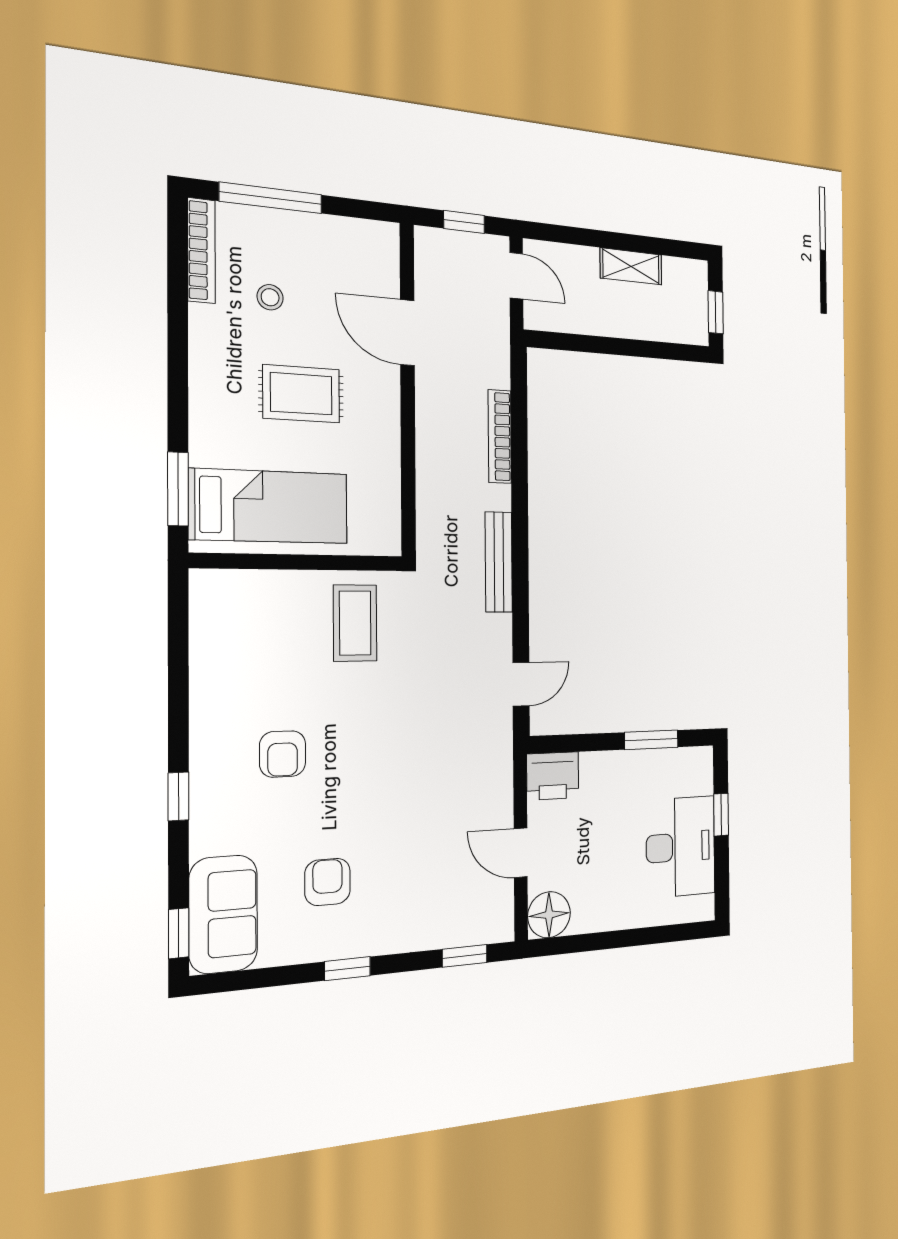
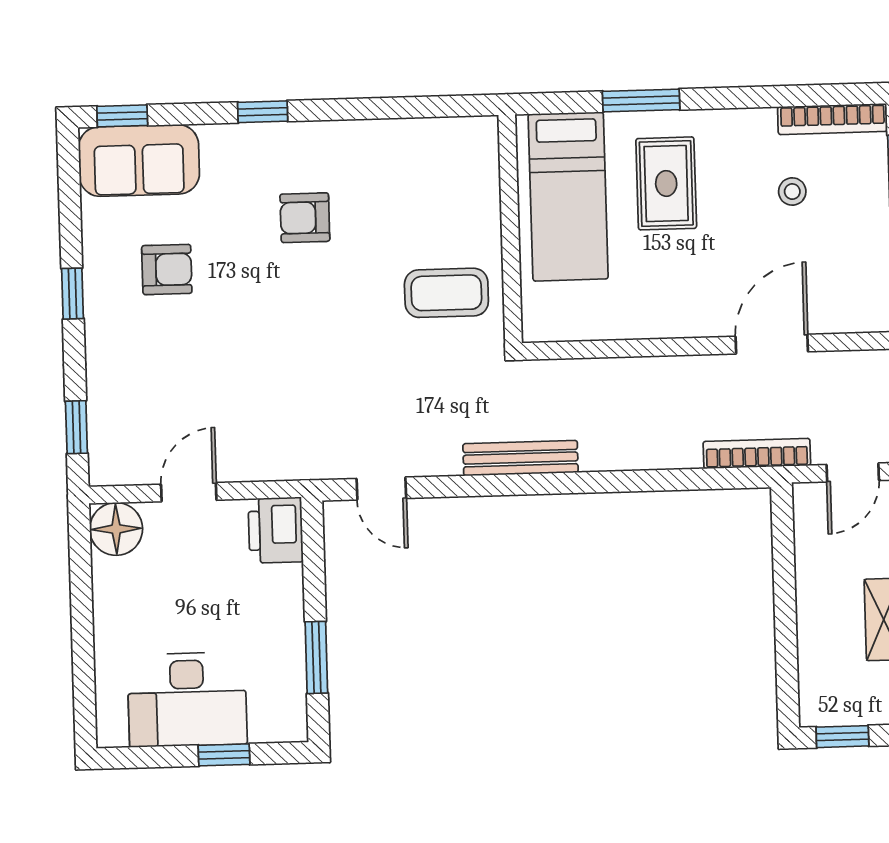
rug: (301, 394) -> (666, 183), moved
bookcase: (500, 437) -> (757, 453), moved
window: (178, 489) -> (641, 101), moved

